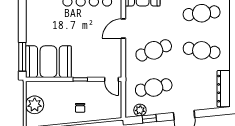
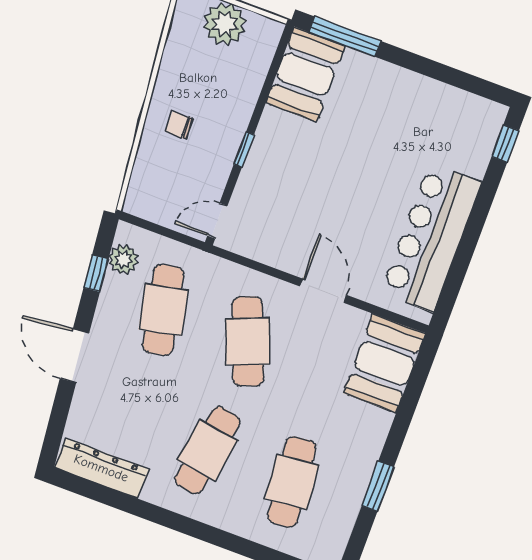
booth: (48, 62) -> (305, 74), width x0.73, depth x0.70

